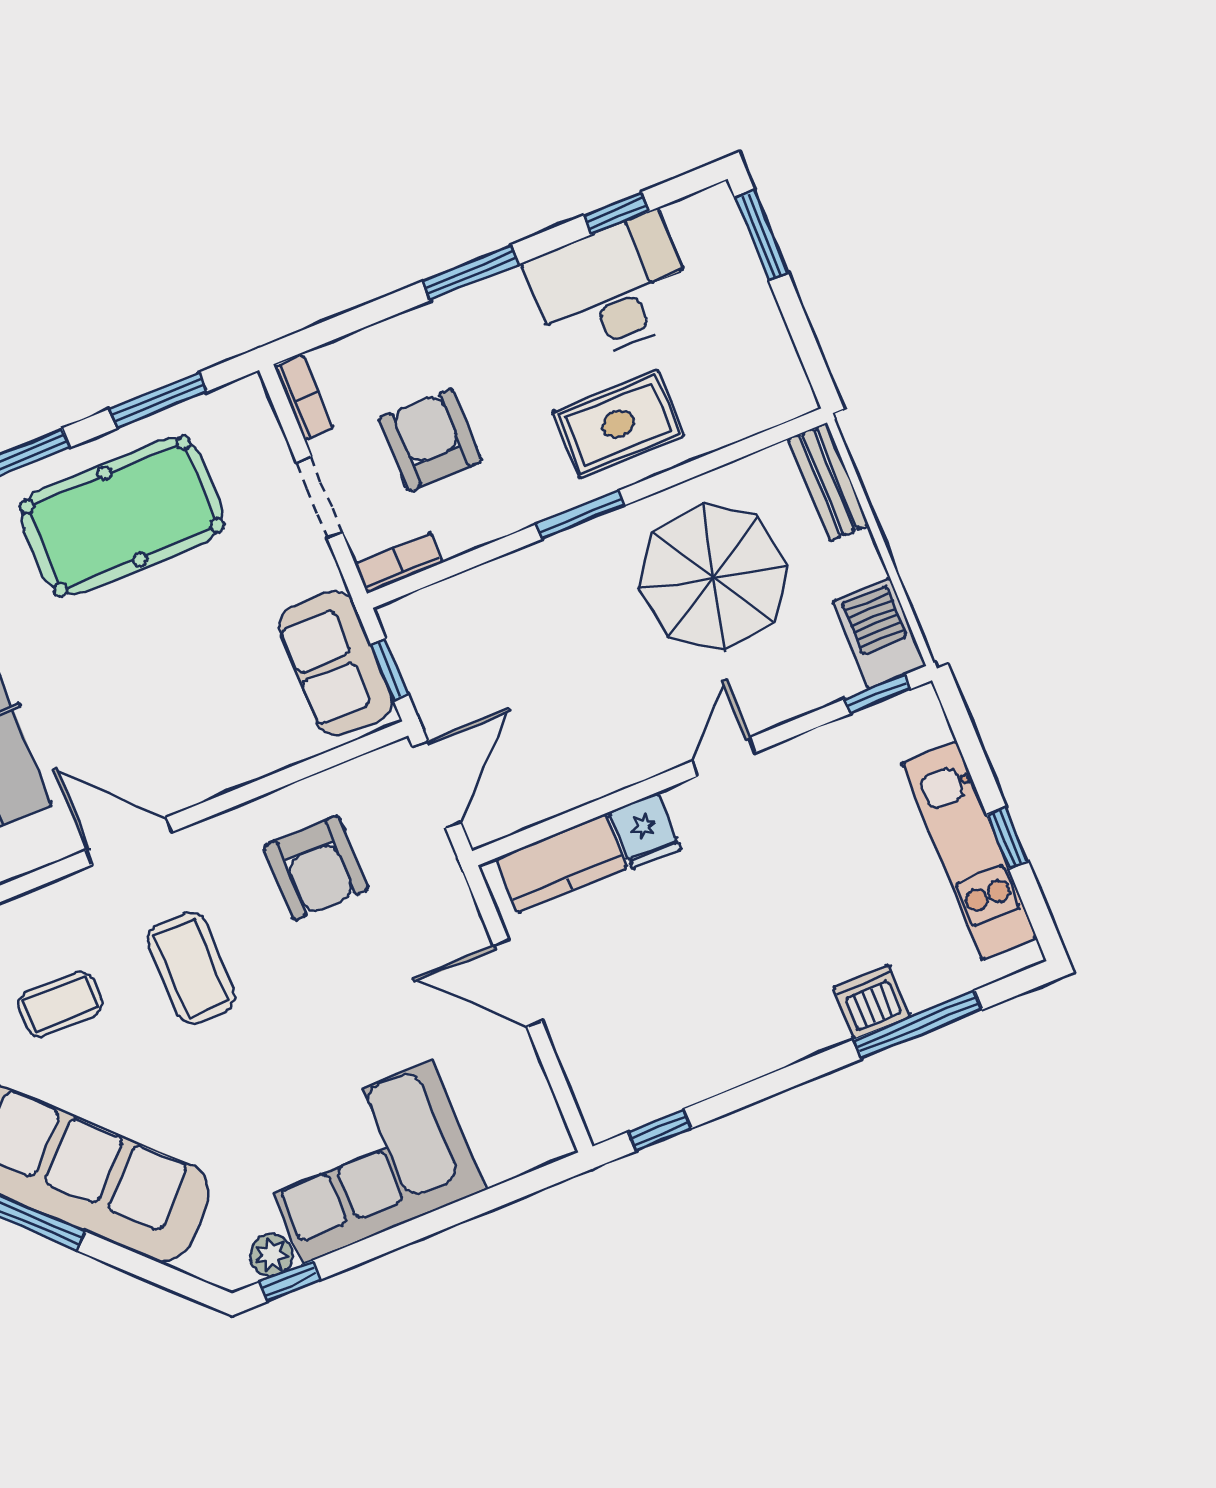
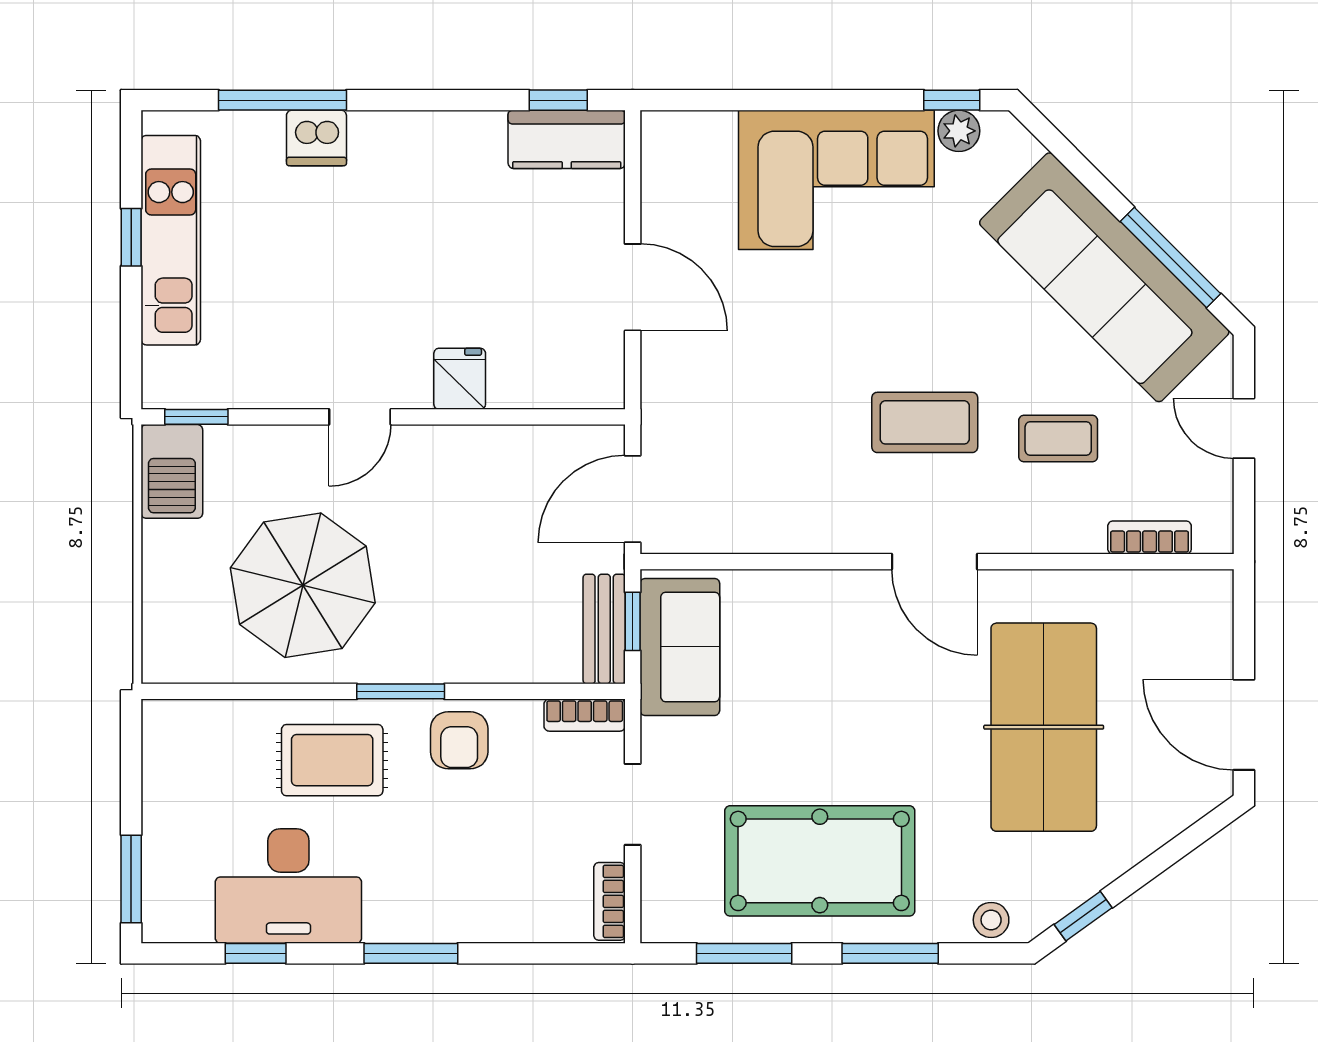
armchair: (430, 440) -> (459, 740), moved, width x0.72, depth x0.72
bench: (828, 482) -> (604, 629), moved
kitchen counter: (562, 863) -> (567, 139), moved, turned 180
armchair: (316, 868) -> (774, 468), removed
coffee table: (192, 968) -> (925, 422), turned 90

